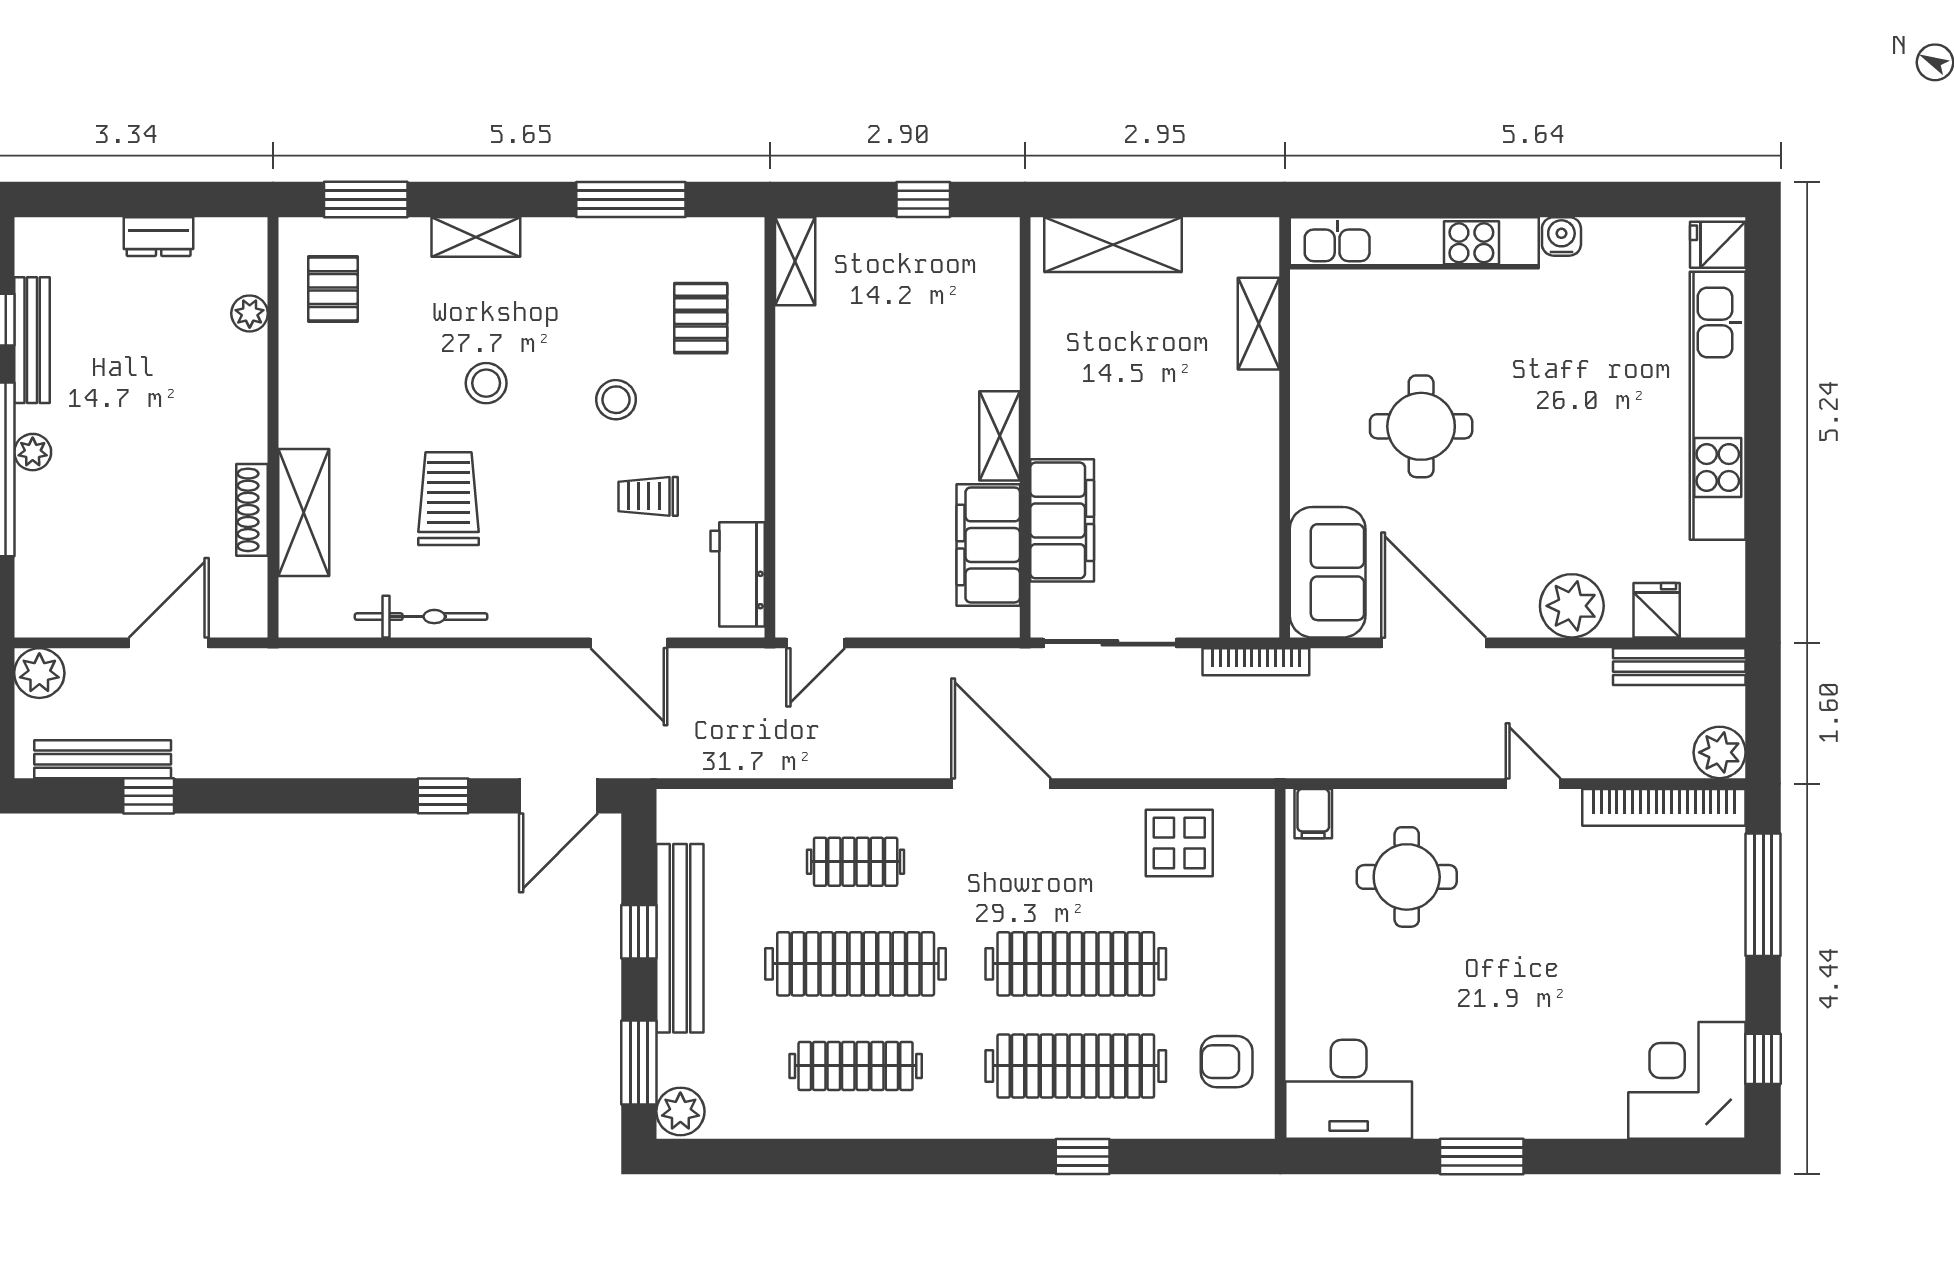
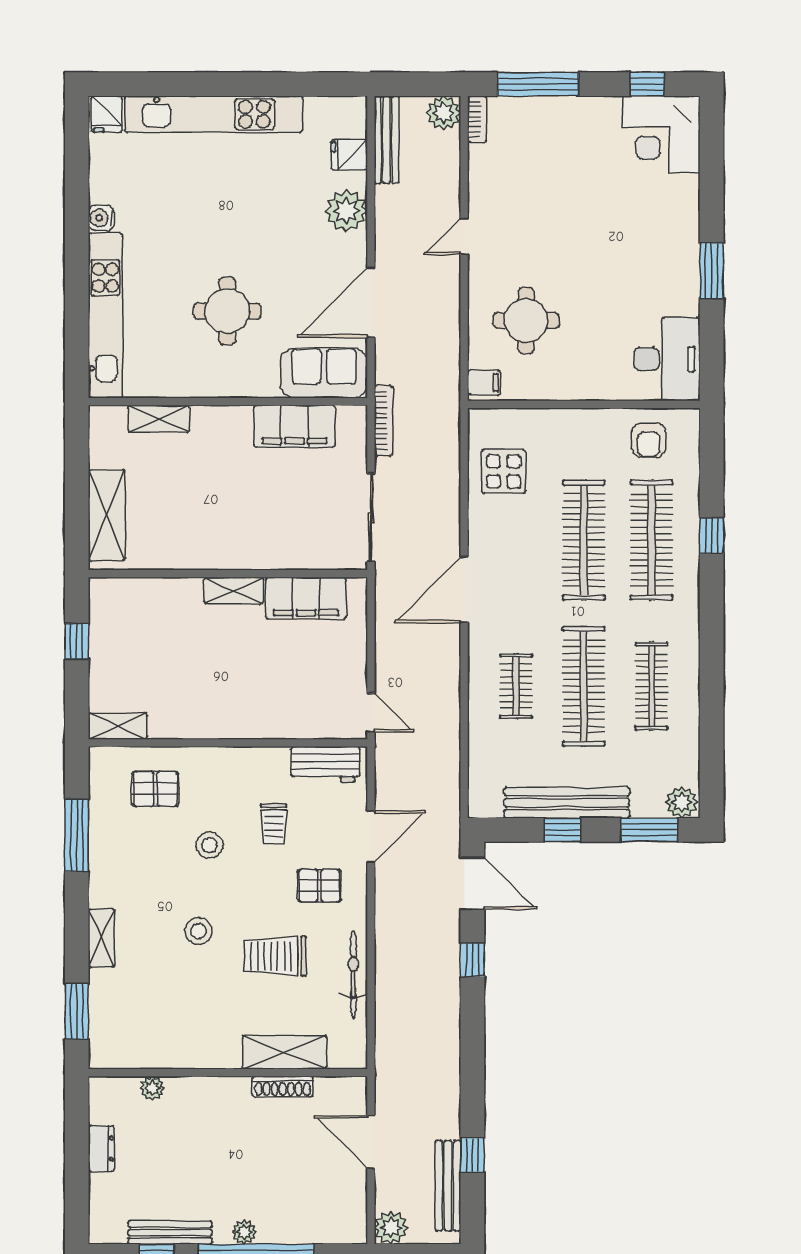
pallet: (333, 289) -> (319, 886), moved
filing cabinet: (1062, 520) -> (295, 426), moved, turned 180
bookcase: (1664, 807) -> (477, 119), width x0.43, depth x0.76

